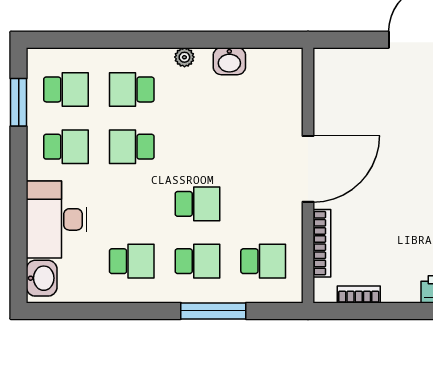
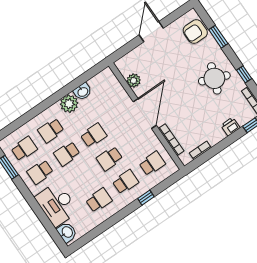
plant: (184, 57) -> (69, 104), width x1.88, depth x1.88
plant: (327, 101) -> (134, 81), added
school desk: (66, 147) -> (40, 172), turned 180
school desk: (197, 147) -> (94, 135), added
school desk: (197, 204) -> (110, 159), turned 180
window: (213, 311) -> (146, 198), width x0.46

